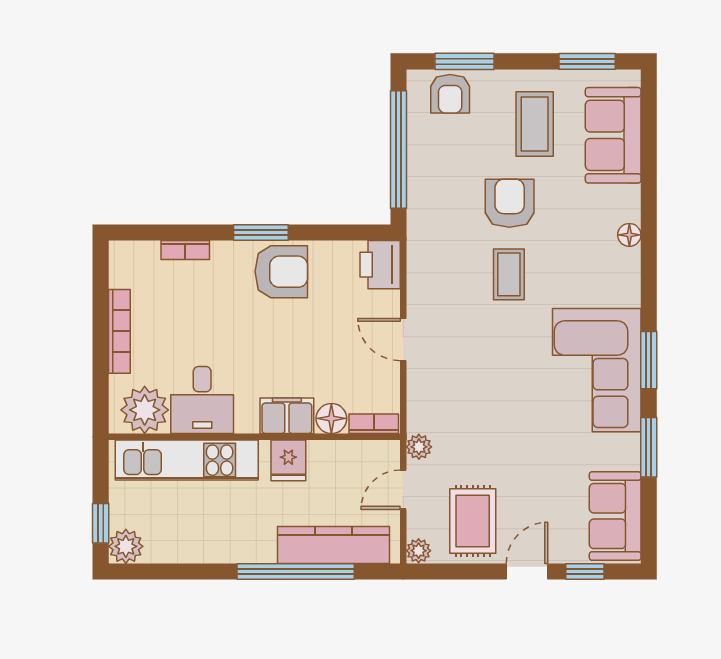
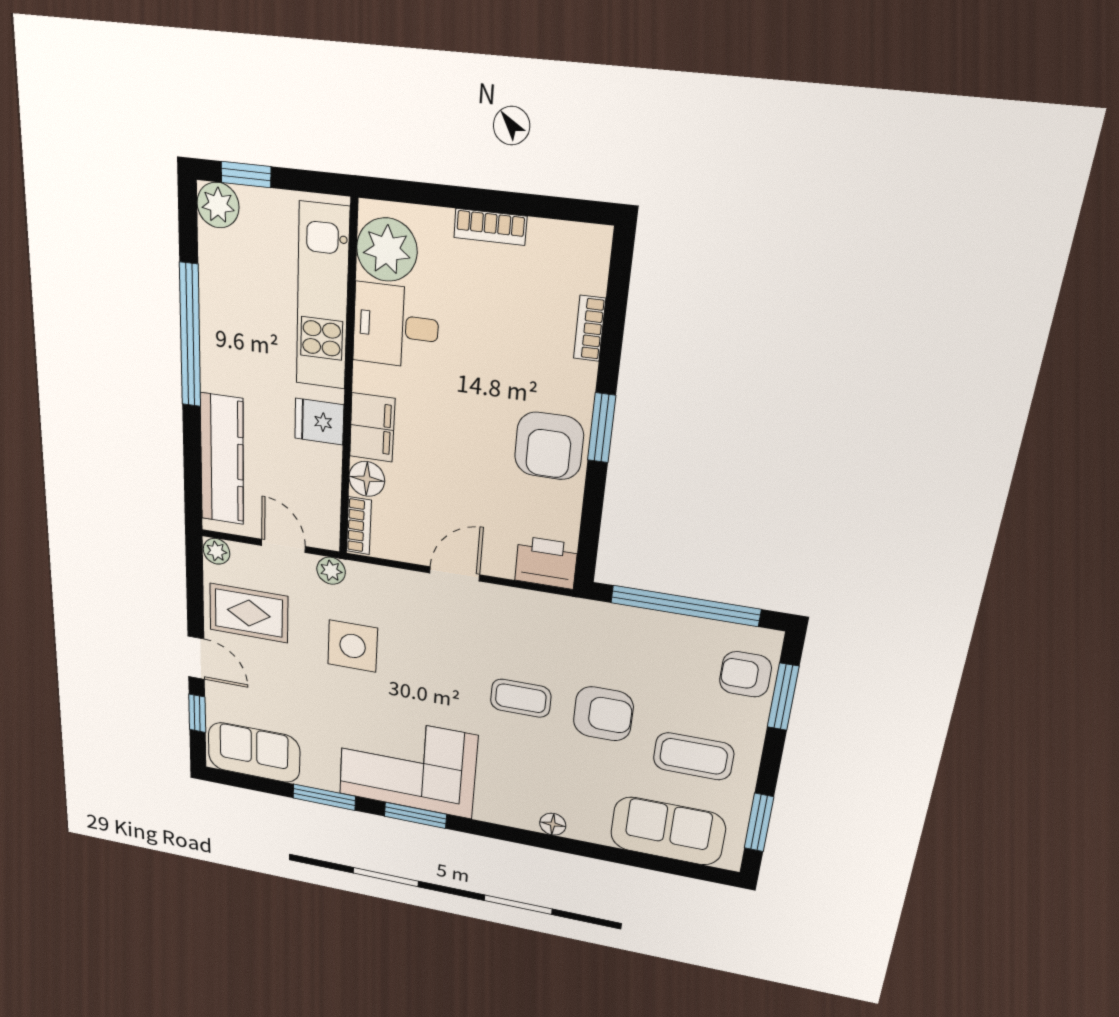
bookcase: (119, 331) -> (490, 227), width x0.64
side table: (487, 425) -> (353, 646), added
window: (296, 571) -> (190, 336), moved

